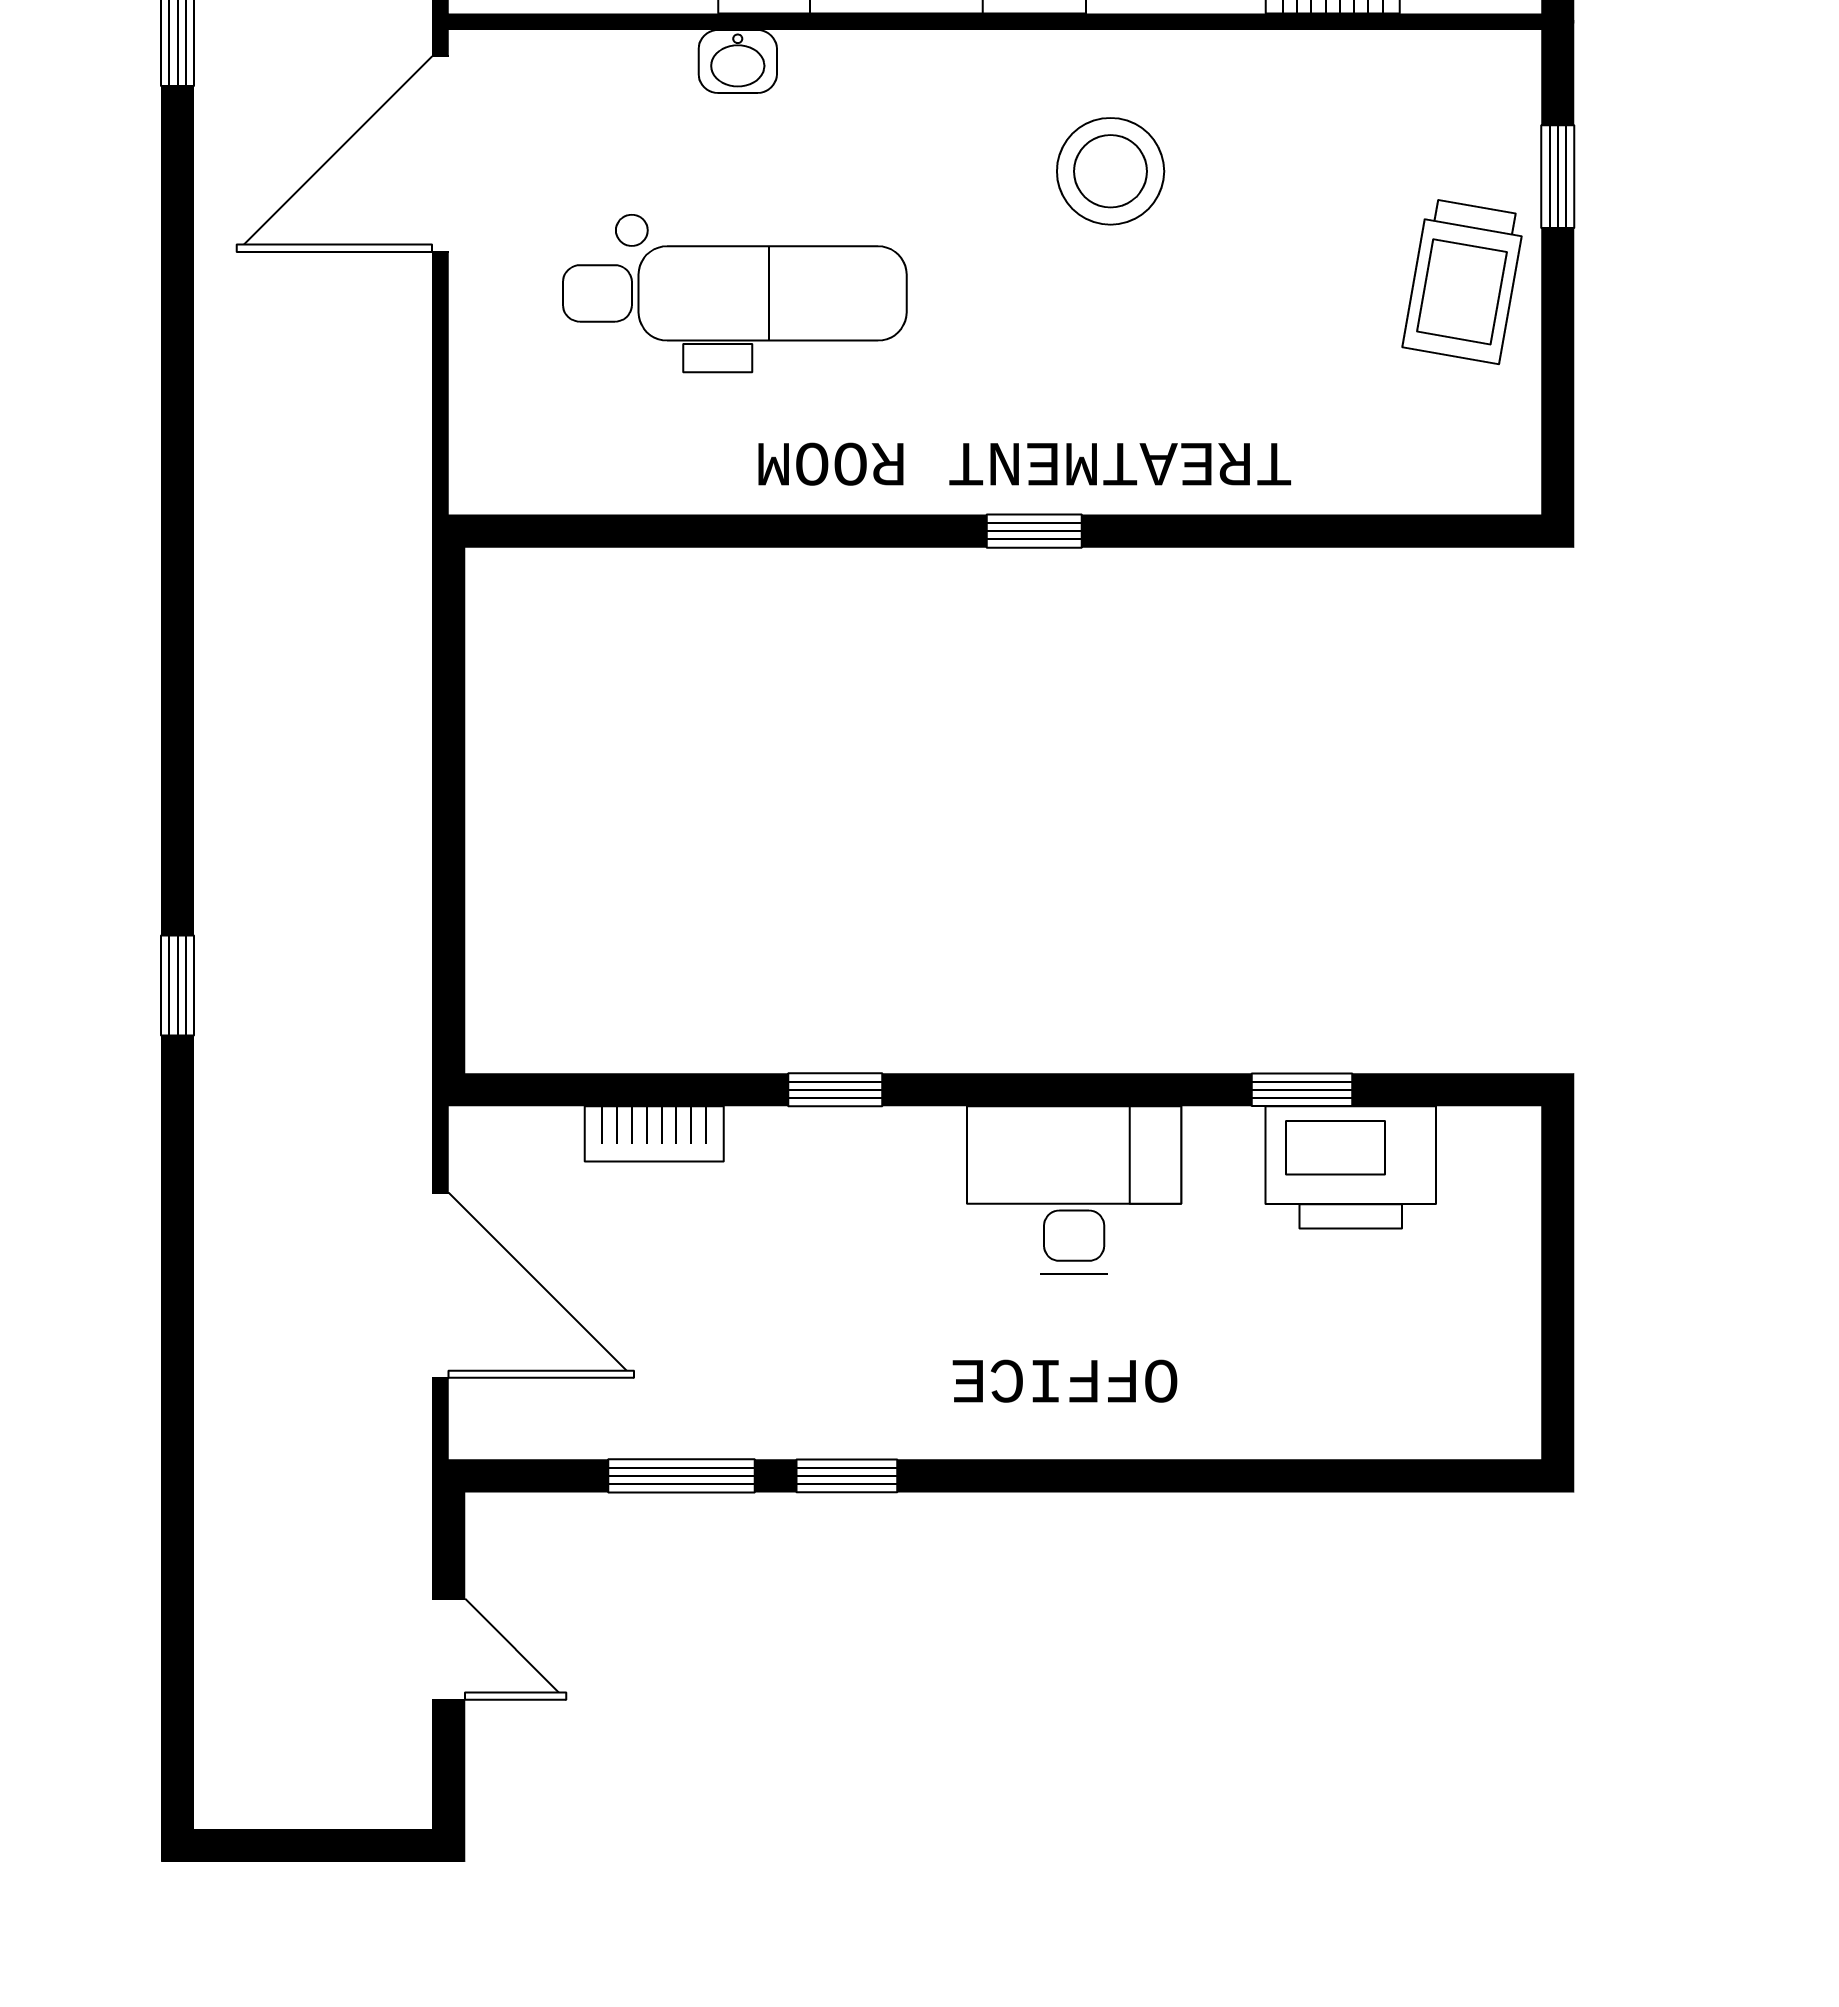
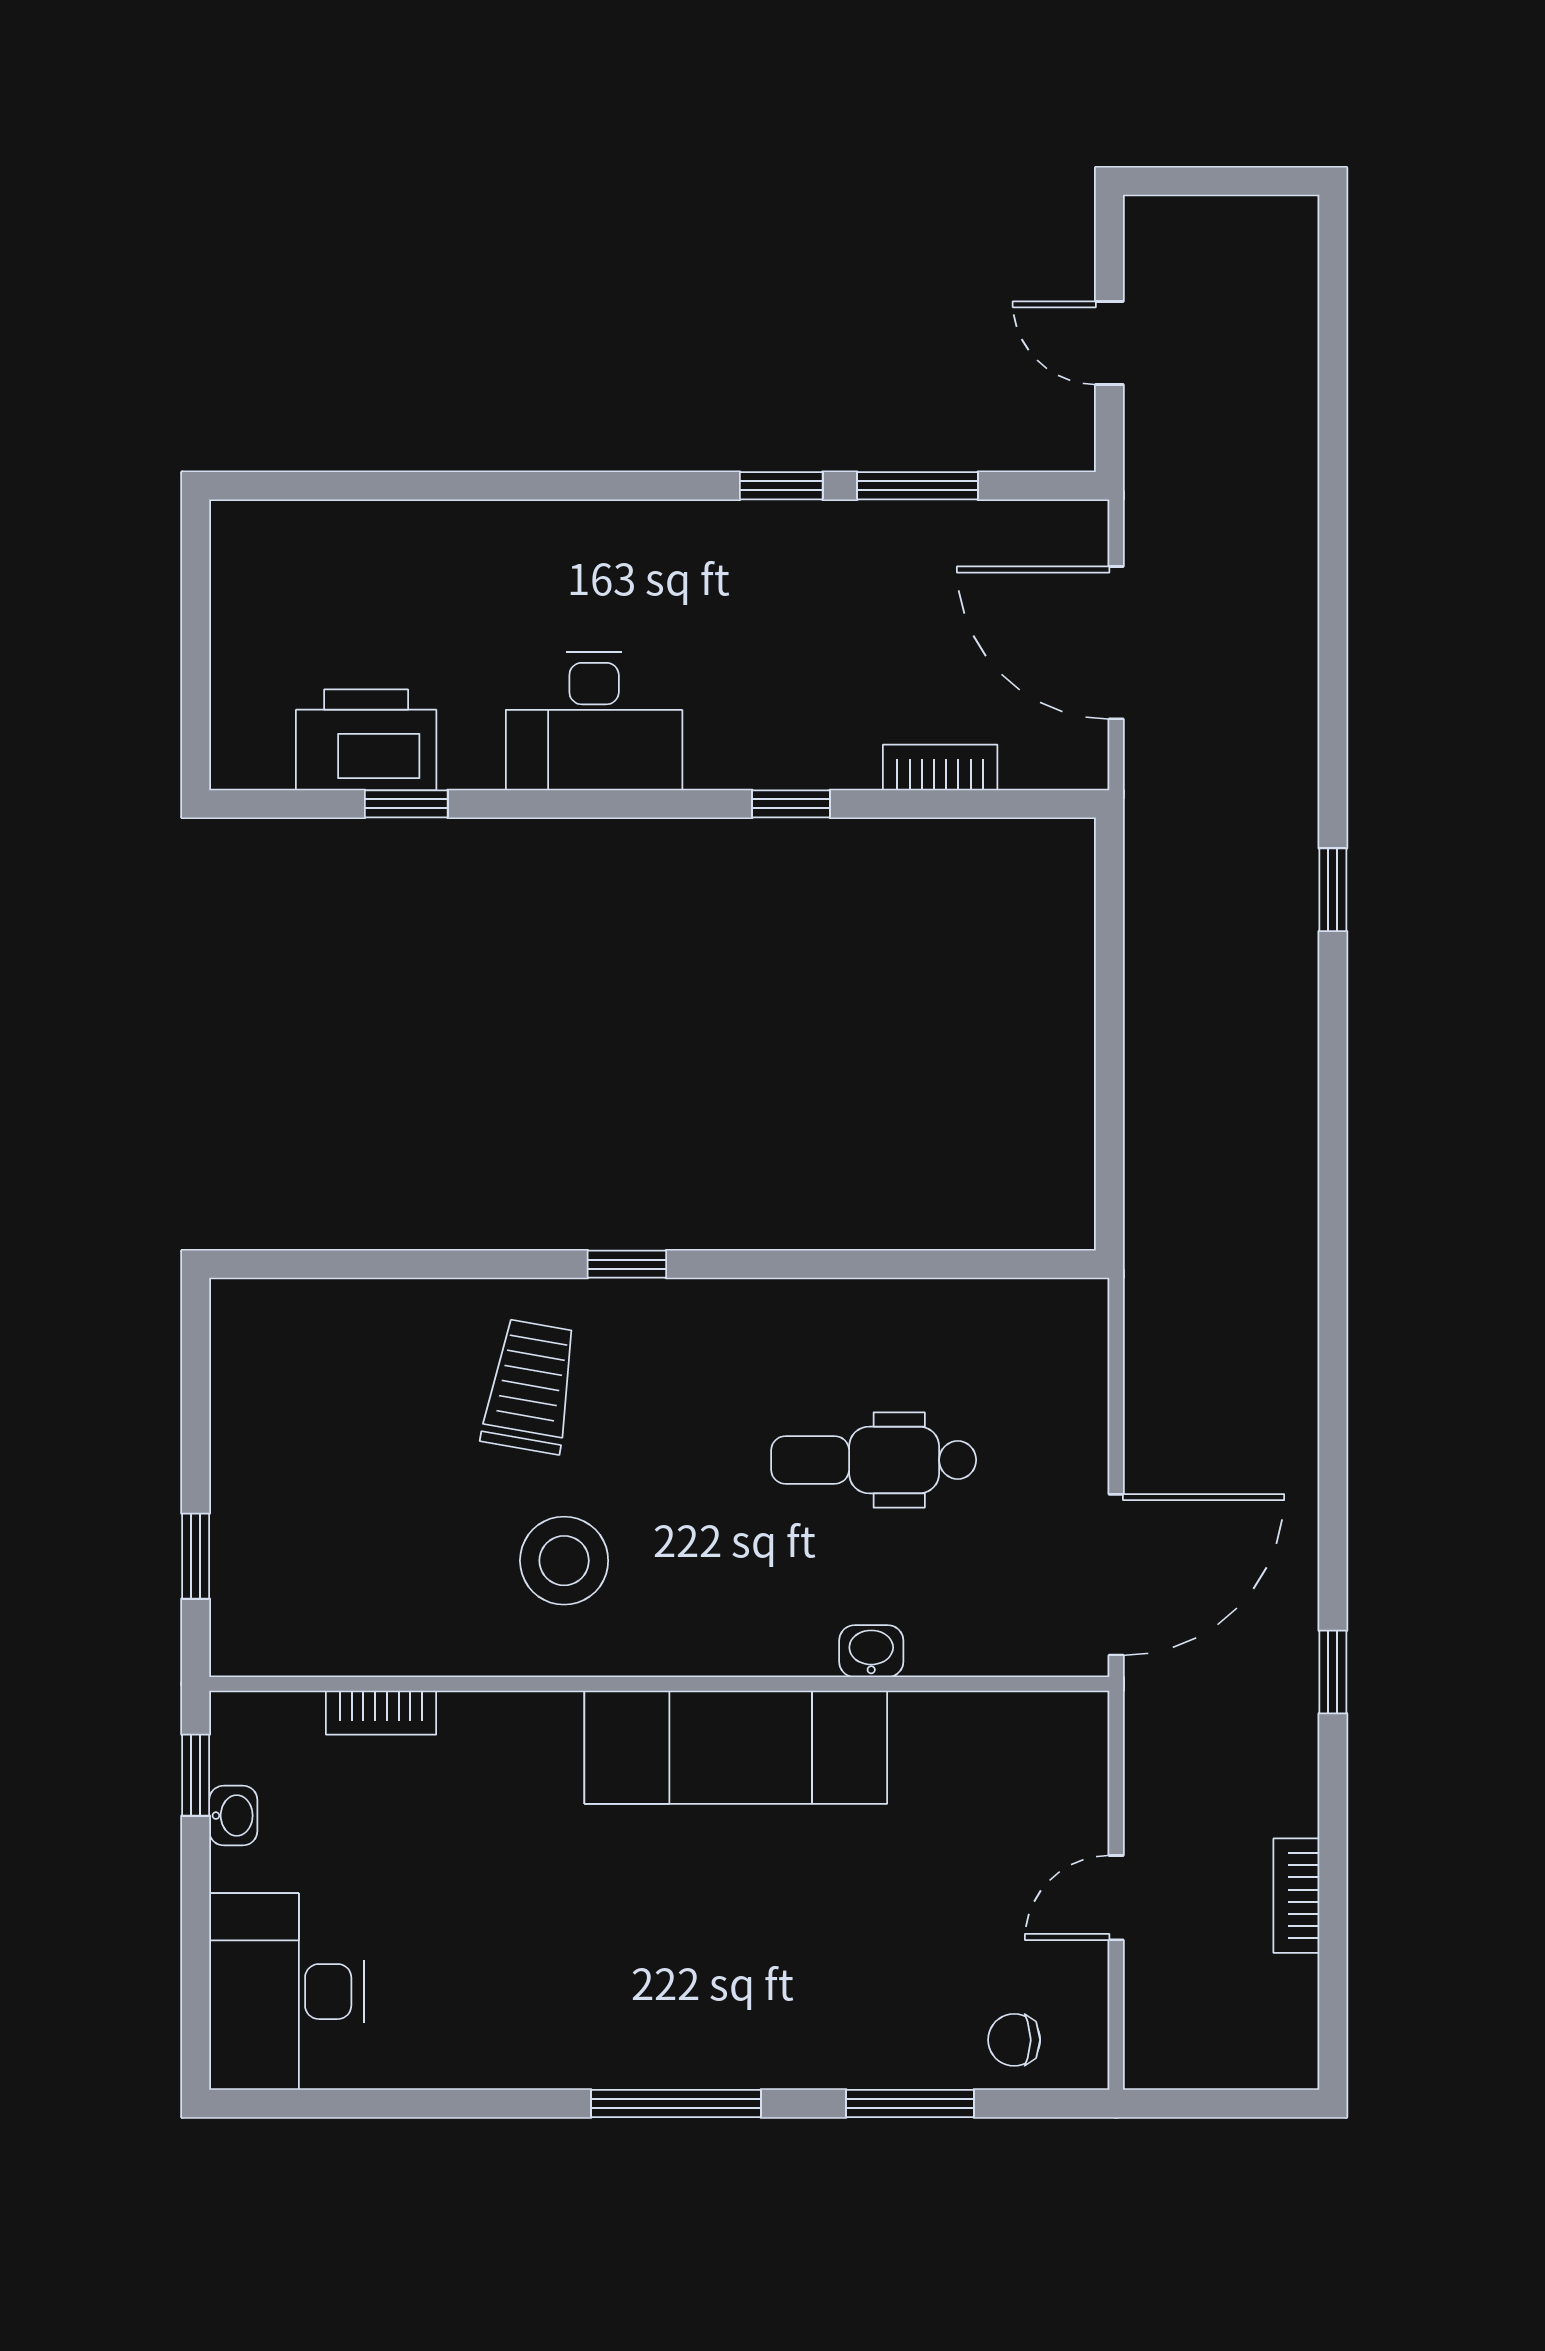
trolley: (1464, 281) -> (530, 1387), moved
dental chair: (735, 293) -> (874, 1460), width x0.73, depth x0.72

